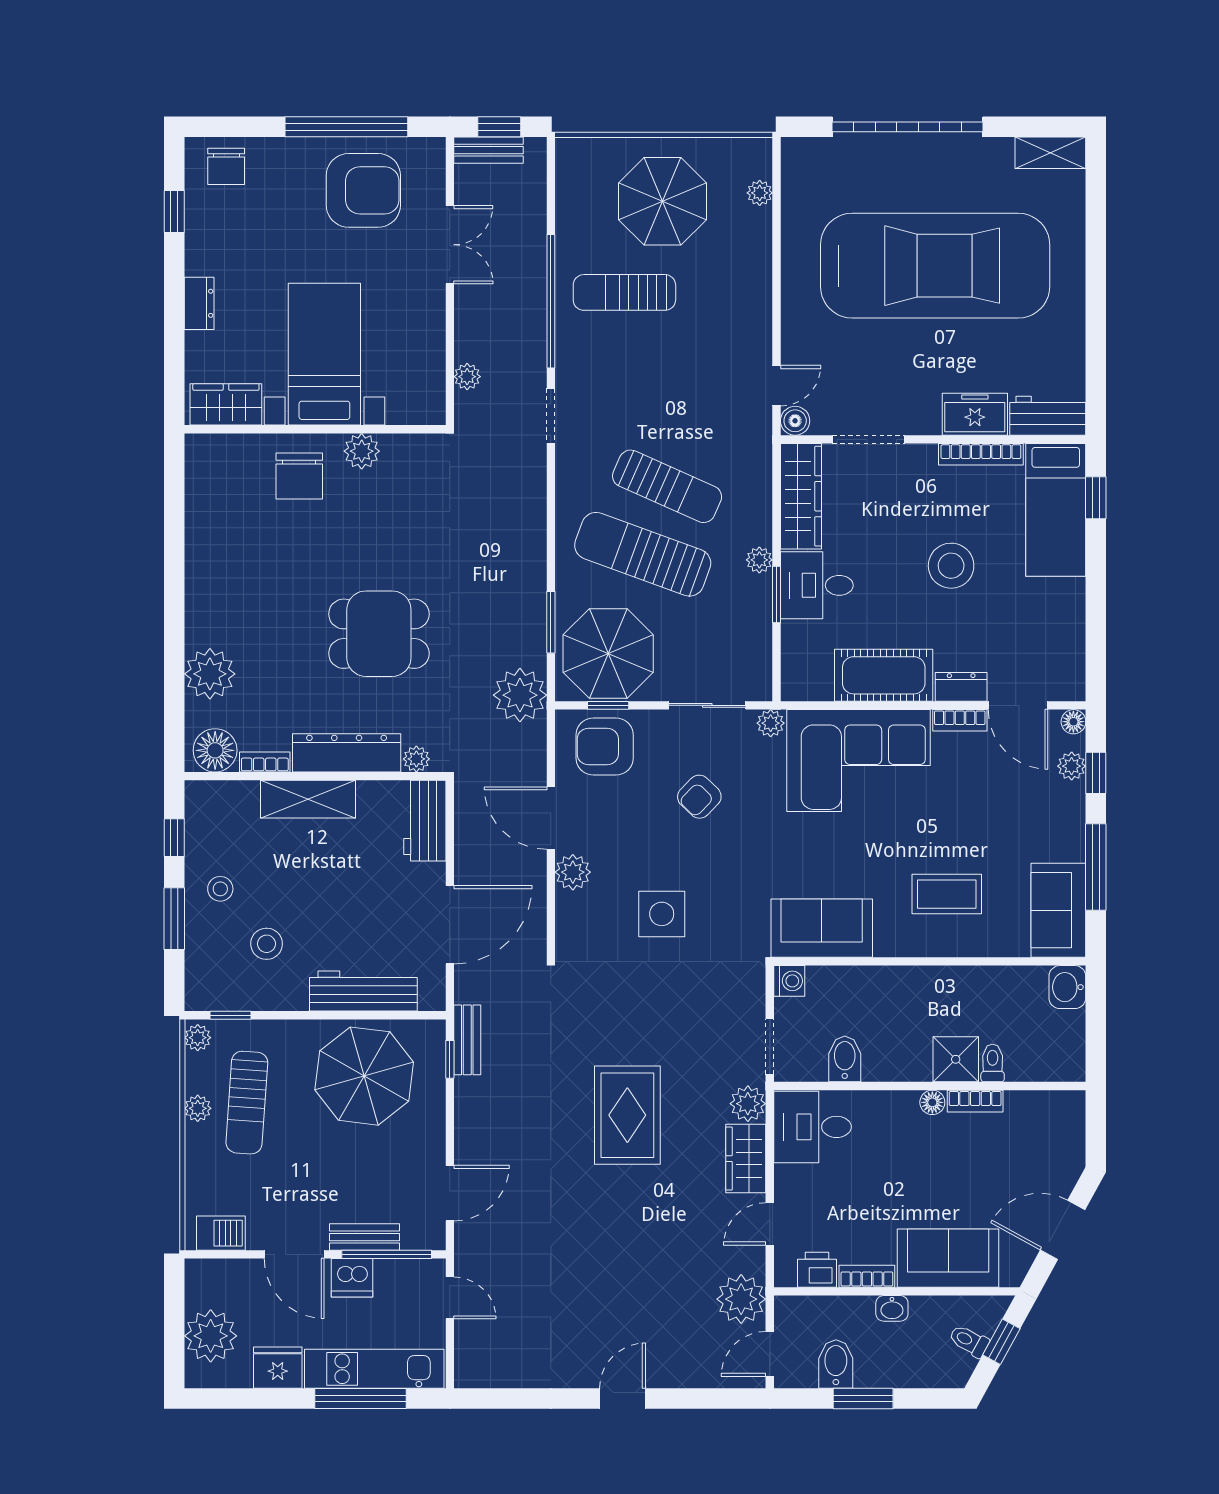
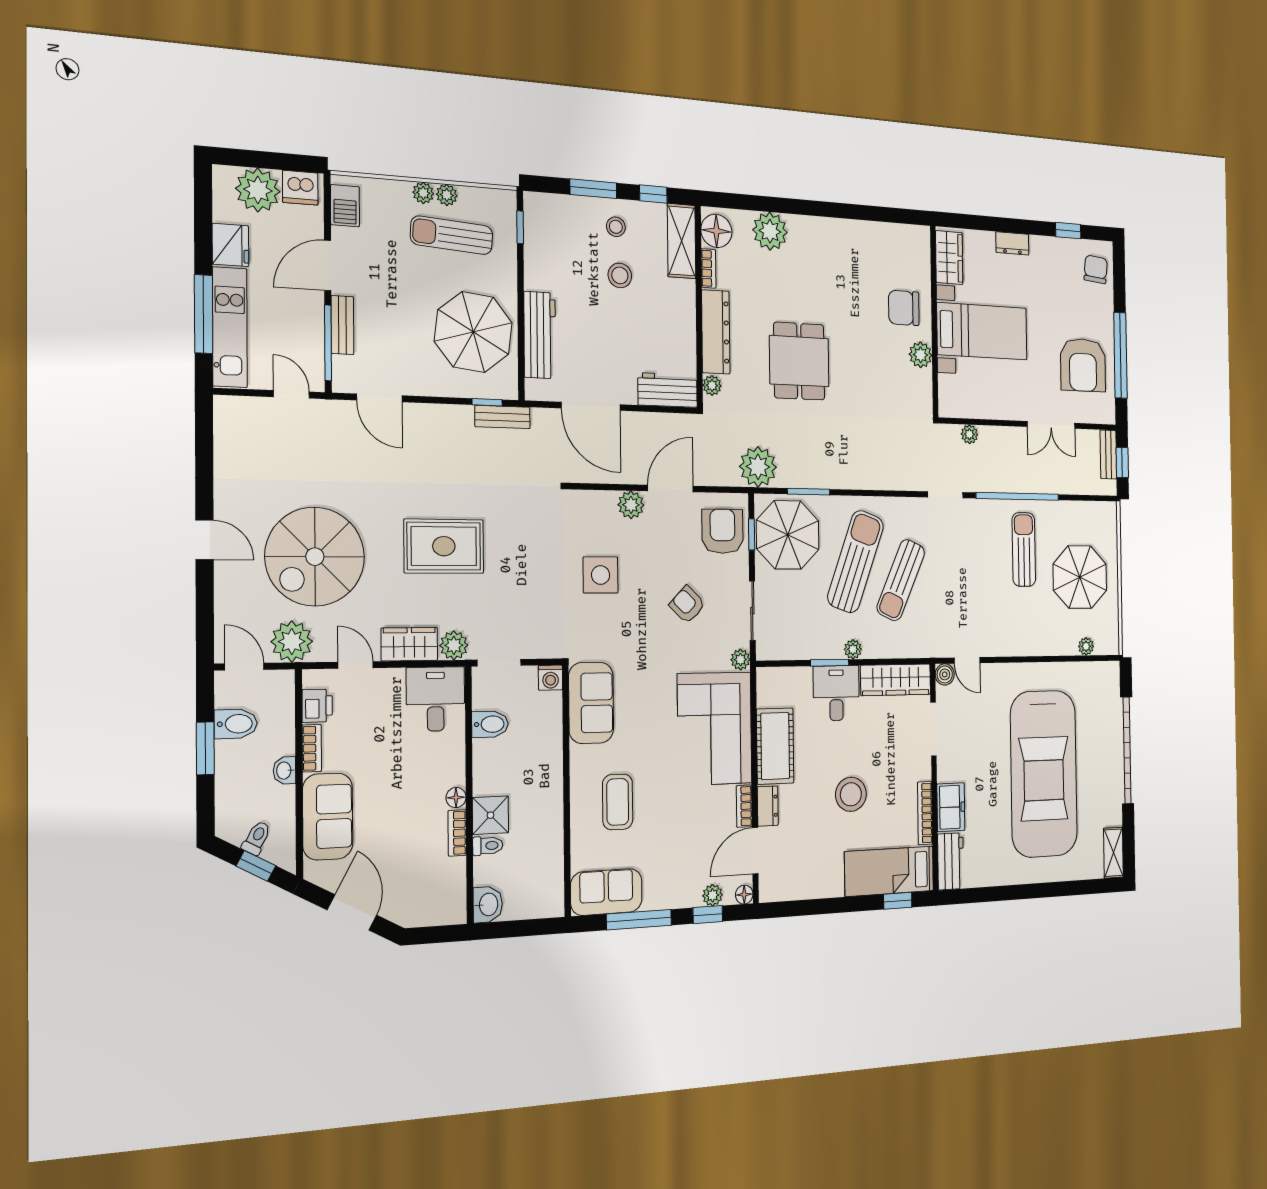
chair: (226, 166) -> (1096, 269), turned 96
shelving: (308, 799) -> (682, 241), moved
stool: (267, 944) -> (620, 275), moved
washbasin: (1067, 987) -> (488, 904), moved, turned 90
plant: (198, 1038) -> (423, 193), moved
spiral stairs: (641, 1271) -> (315, 557), added
dishwasher: (352, 1278) -> (300, 188), moved, turned -90
door: (450, 1298) -> (291, 394), swing flipped

